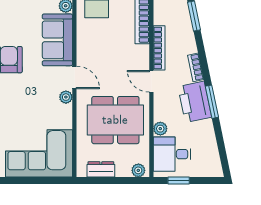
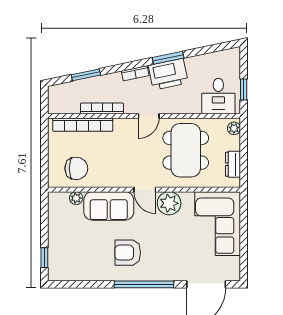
bookcase: (159, 48) -> (102, 108), moved
door: (74, 78) -> (145, 190), swing flipped
plant: (66, 97) -> (169, 203), width x1.88, depth x1.88
plant: (160, 129) -> (194, 107), removed

